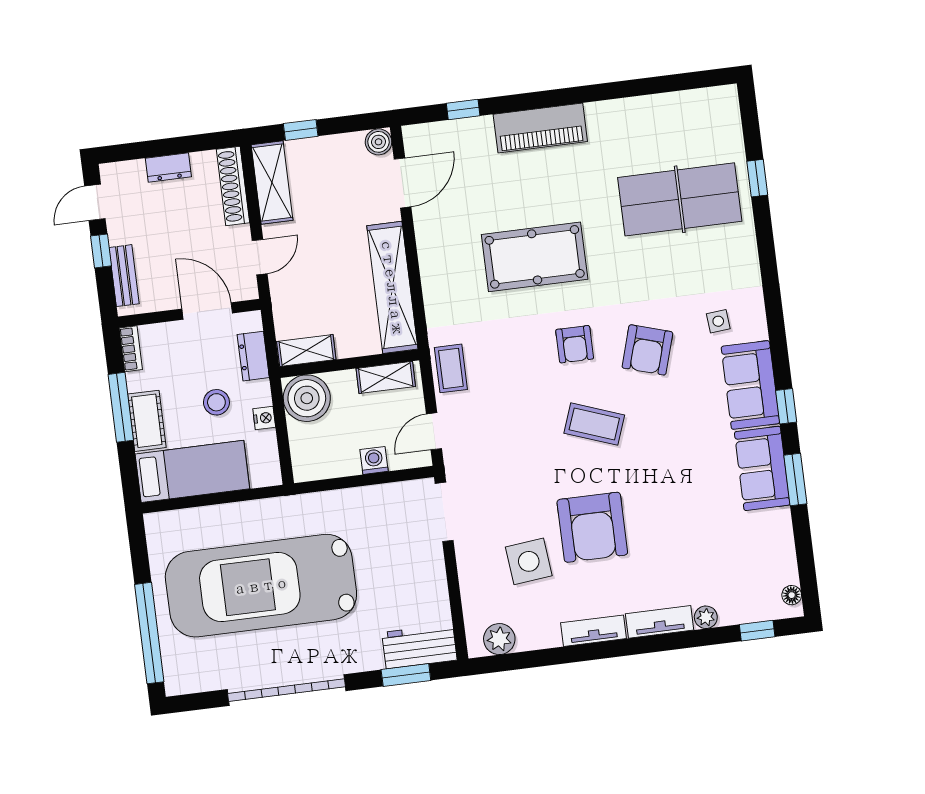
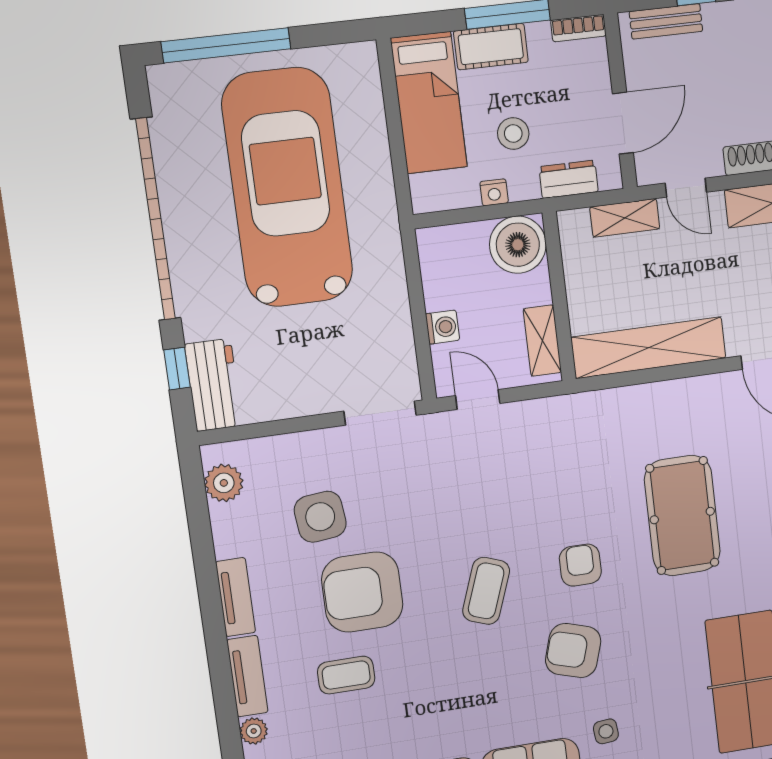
armchair: (575, 344) -> (580, 565), turned 90
shelving: (306, 351) -> (625, 218), moved, turned 90
coffee table: (451, 368) -> (346, 675), moved
window: (406, 675) -> (177, 369), width x0.67
garage door: (287, 690) -> (156, 219), width x1.36

